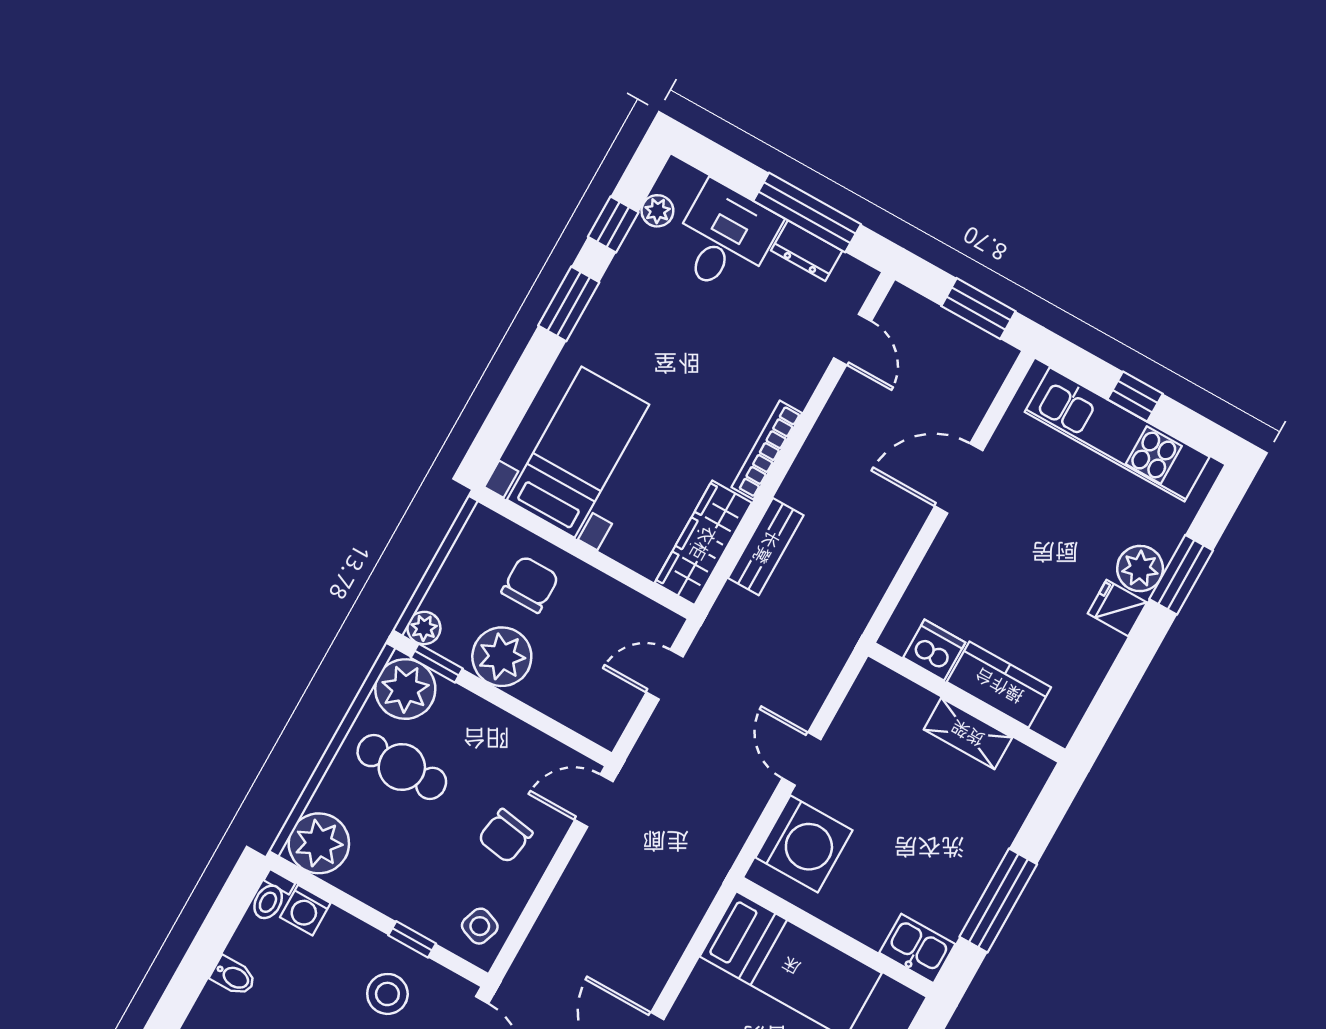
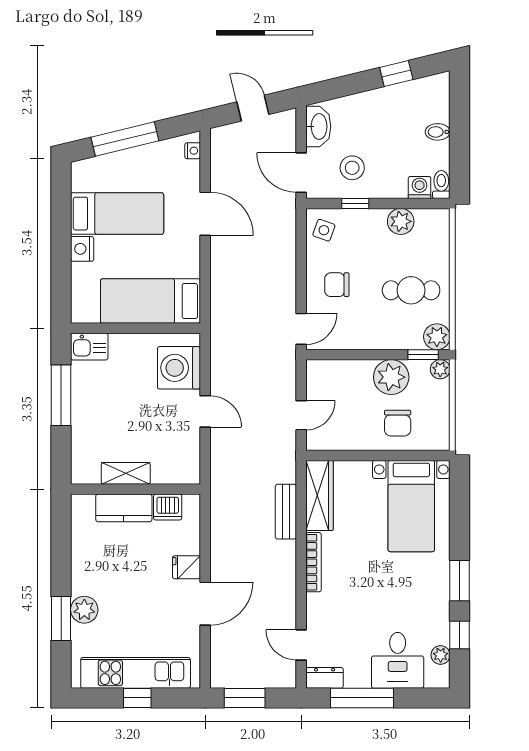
dresser: (807, 251) -> (325, 678), moved
fridge: (1117, 608) -> (186, 567), moved, turned 180
plant: (405, 689) -> (437, 337), width x0.73, depth x0.73
chair: (505, 836) -> (337, 285), turned -99
plant: (319, 843) -> (401, 221), moved, width x0.73, depth x0.73

